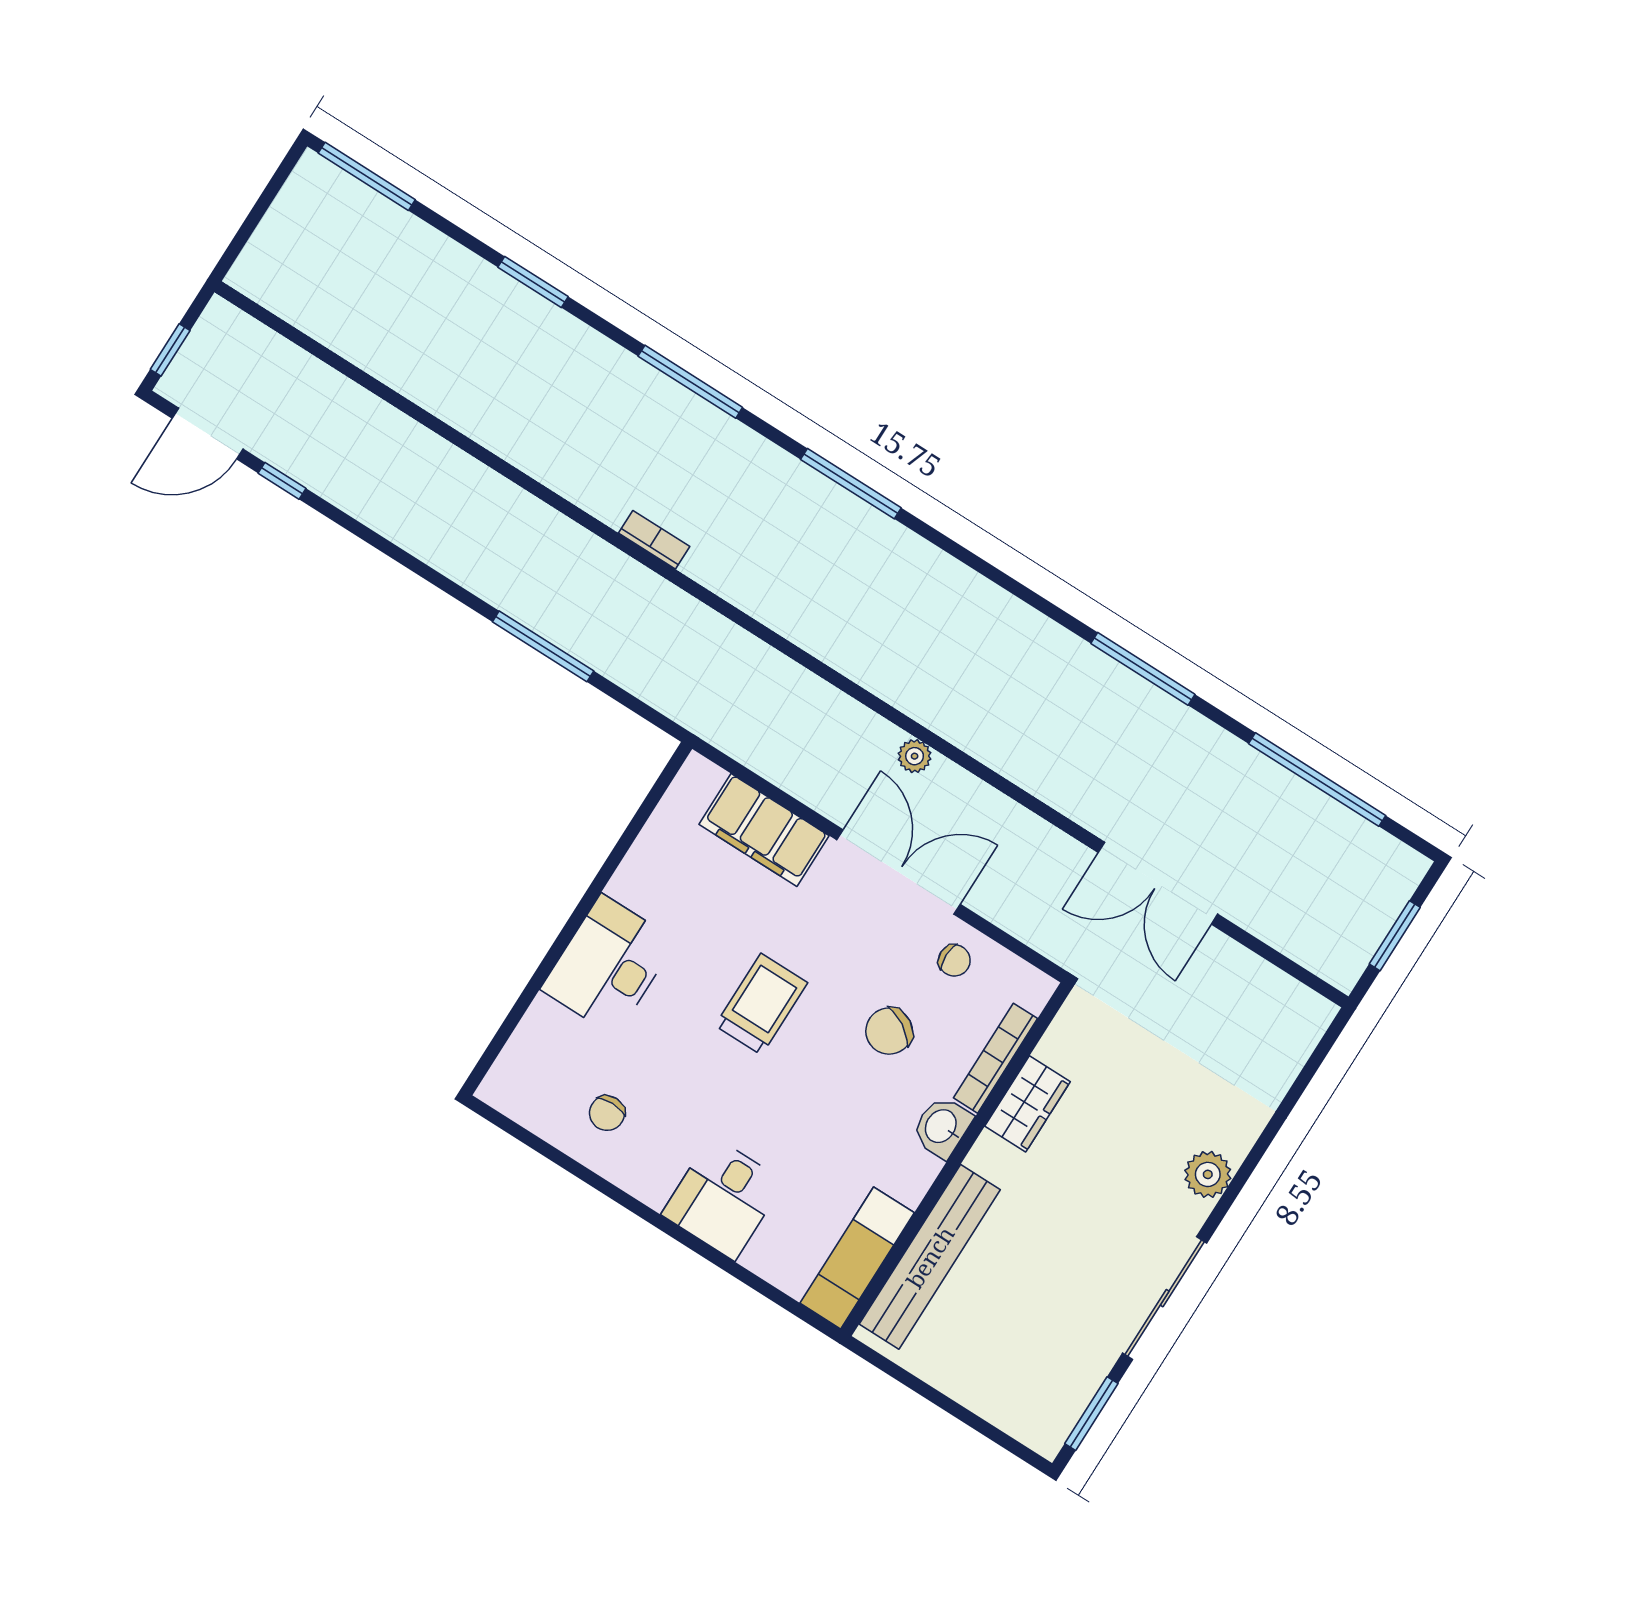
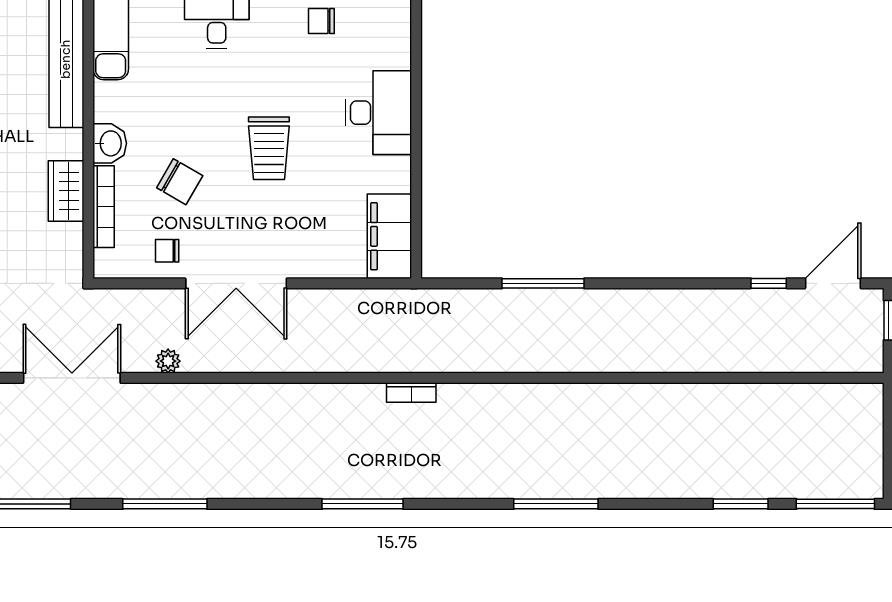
window: (533, 282) -> (741, 504), moved
window: (851, 484) -> (362, 504), moved
bookcase: (654, 540) -> (411, 392), moved
plant: (915, 756) -> (168, 361), moved
filing cabinet: (764, 830) -> (389, 236), moved, turned -90
chair: (889, 1031) -> (180, 182), turned 89
chair: (607, 1113) -> (321, 21), turned -90

